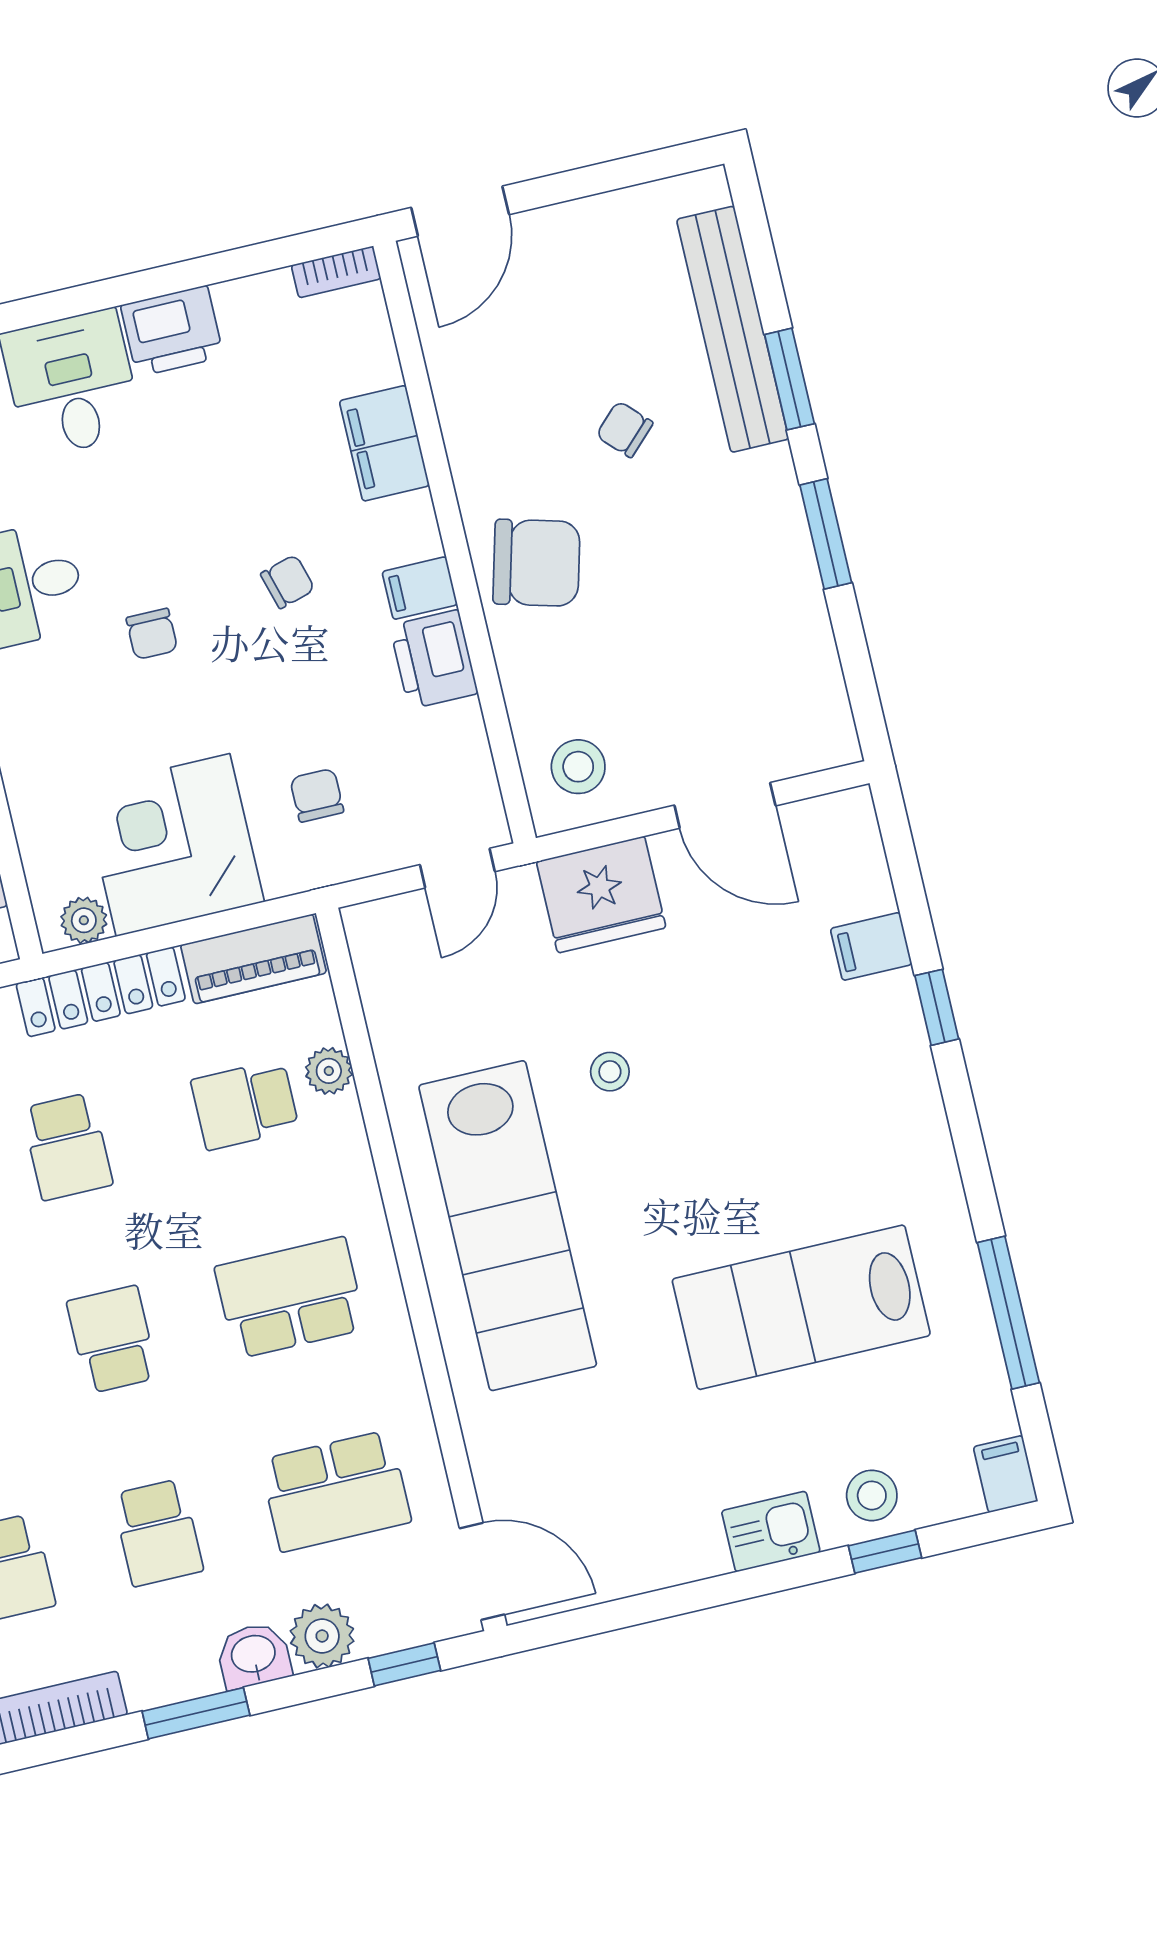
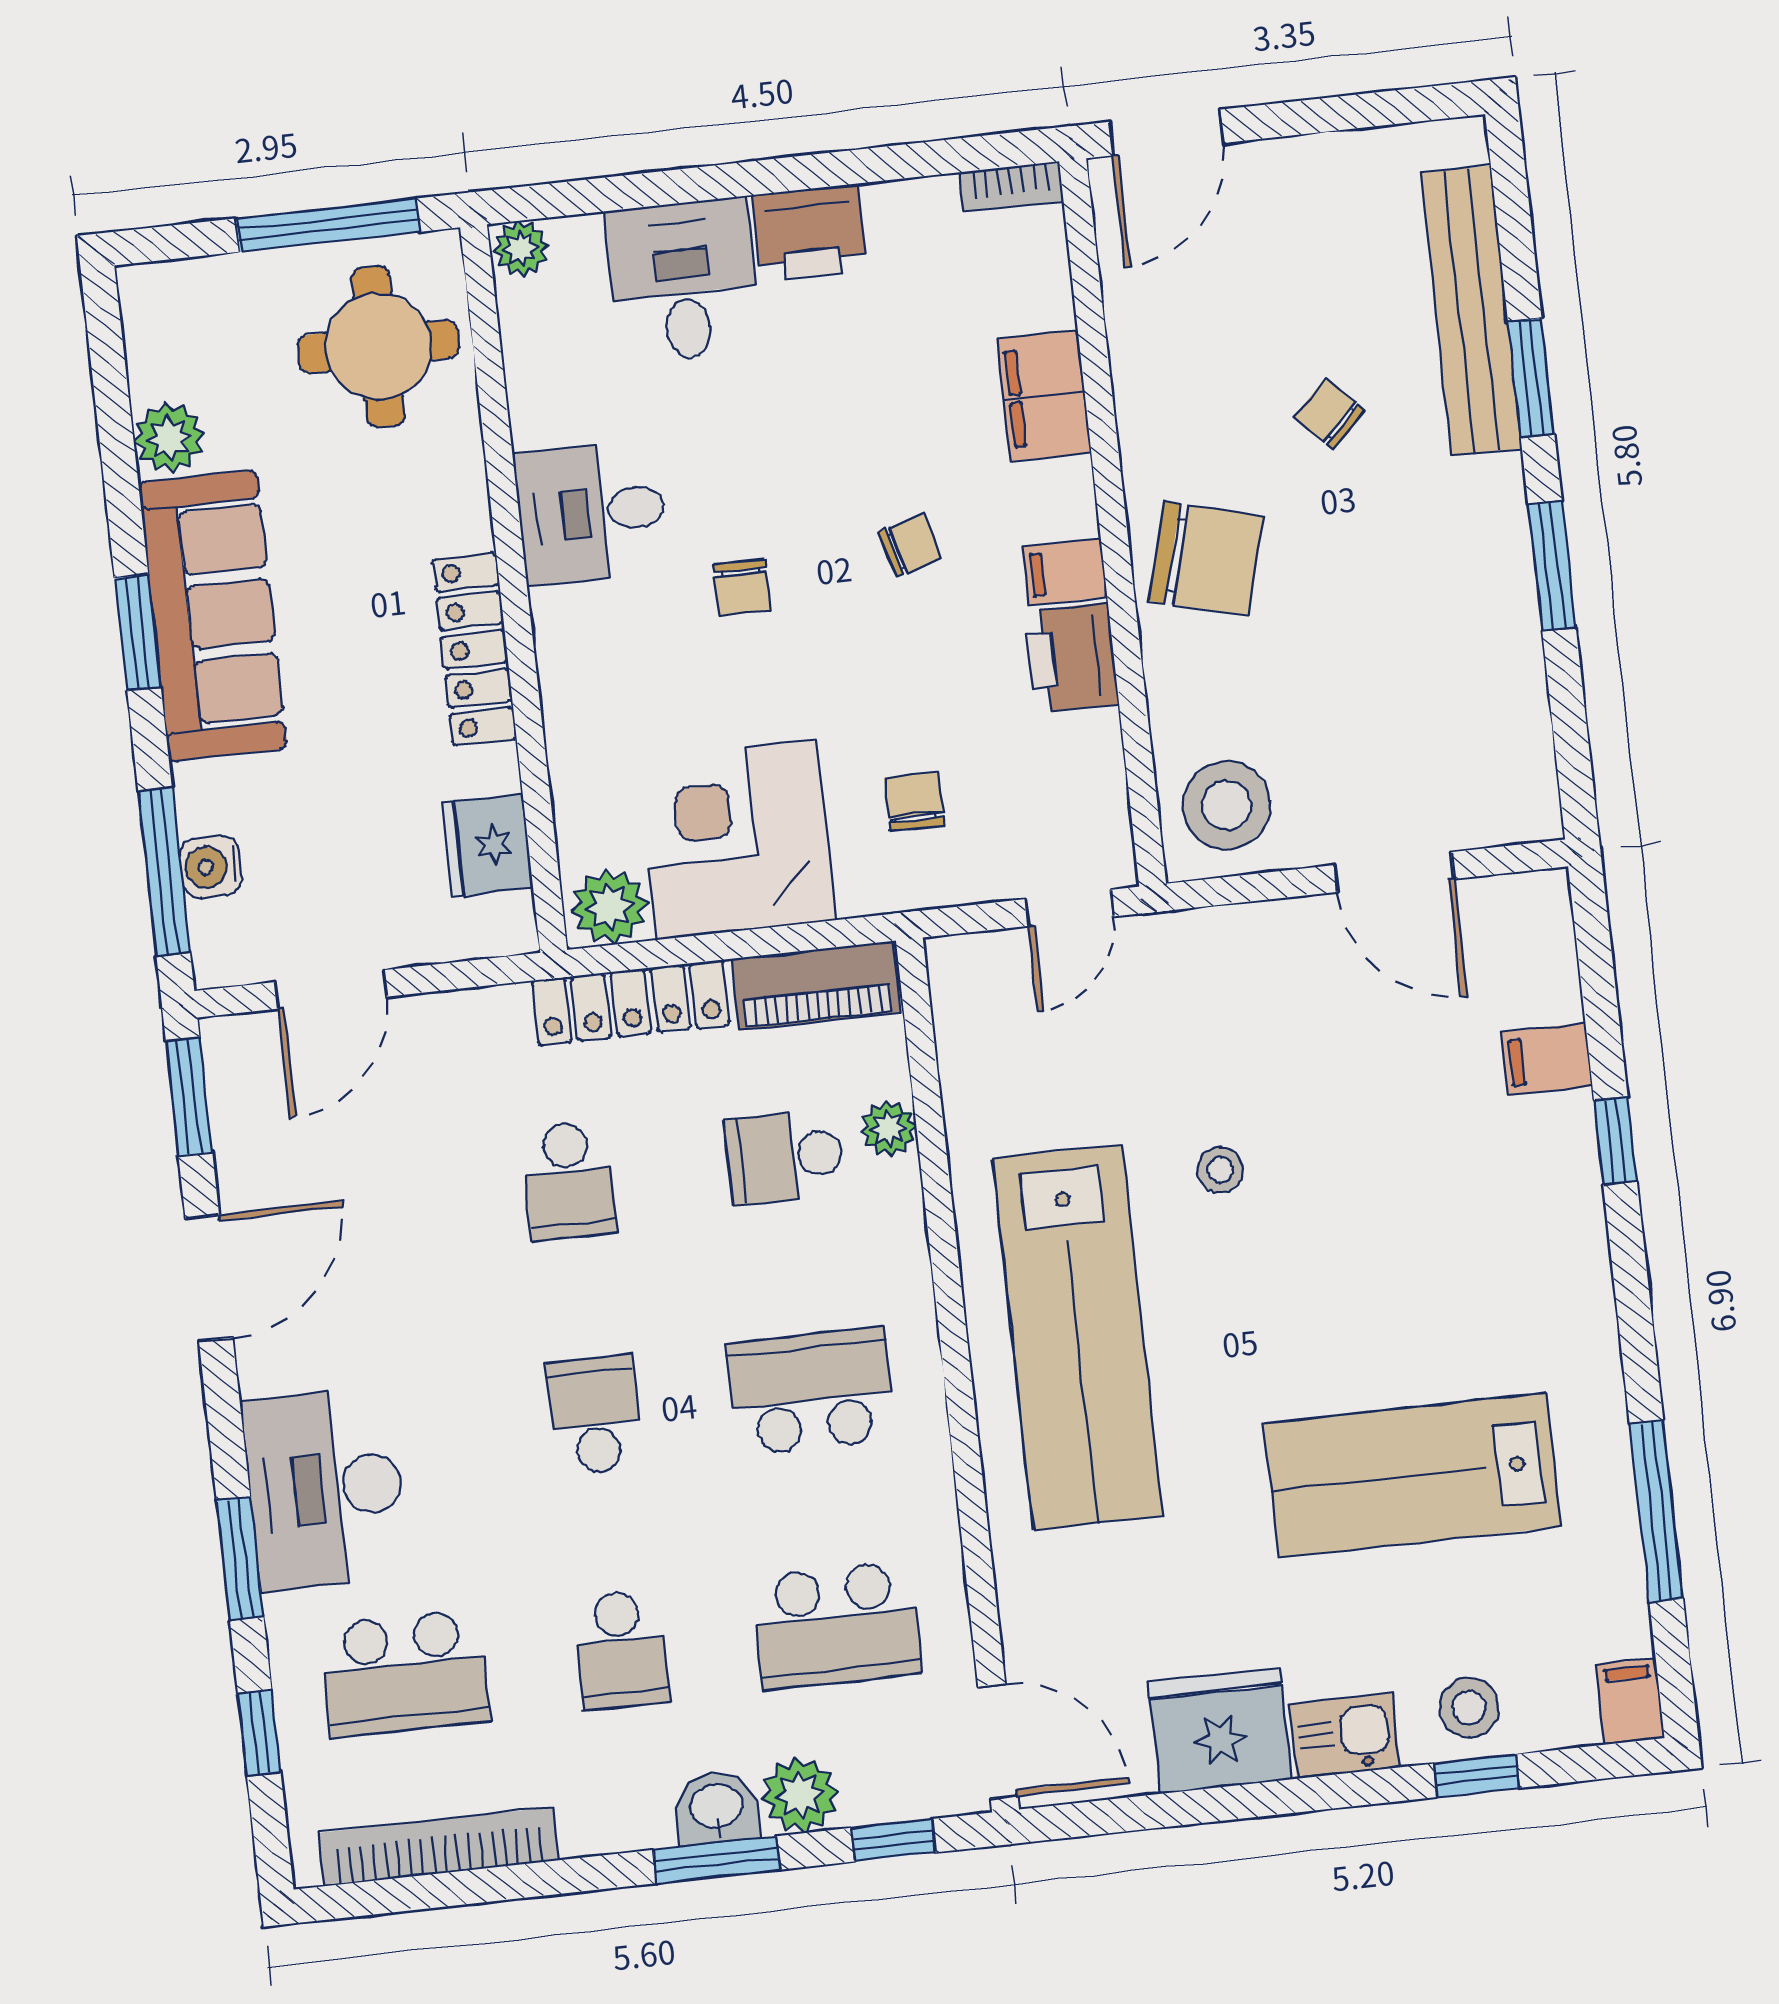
stool: (578, 767) -> (1226, 805), width x1.38, depth x1.38
fridge: (601, 895) -> (1220, 1731), moved, turned 180
plant: (84, 920) -> (609, 907), width x1.38, depth x1.38
window: (196, 1713) -> (716, 1860), moved

